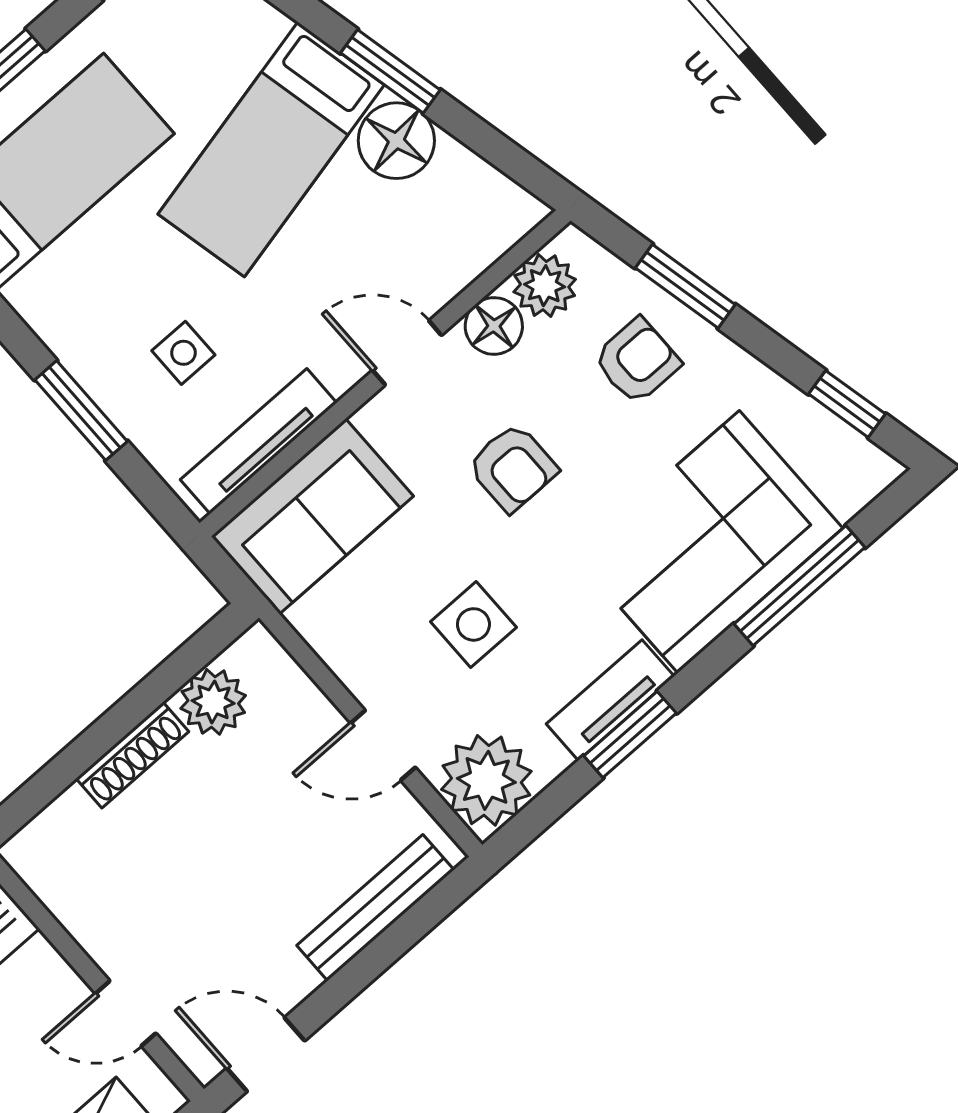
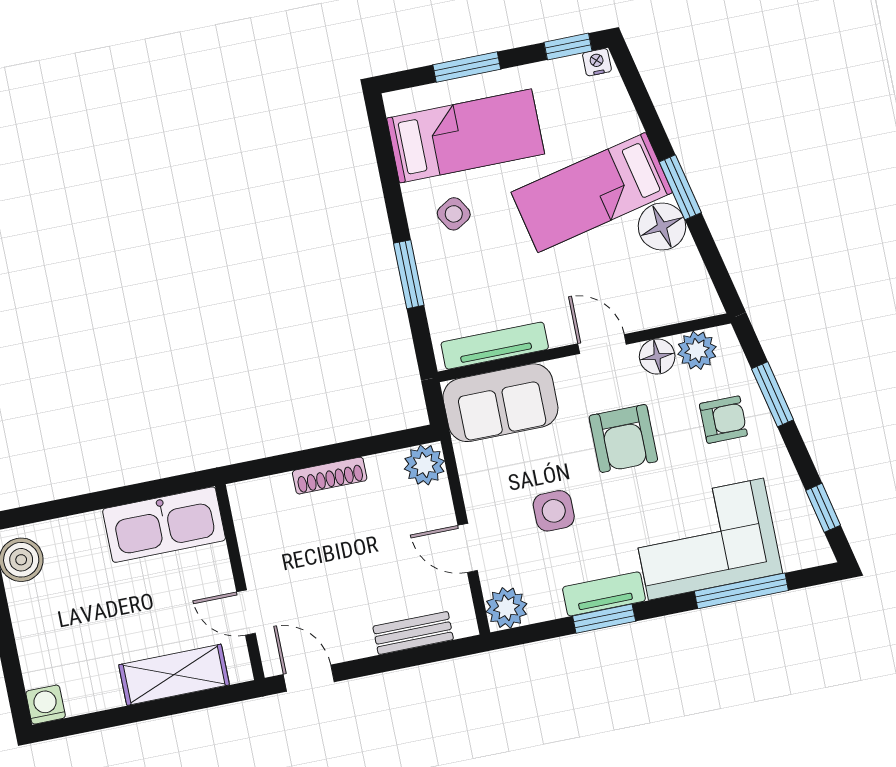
side table: (183, 353) -> (454, 214), moved, turned -31
armchair: (513, 468) -> (623, 438), width x1.38, depth x1.38
plant: (213, 702) -> (424, 465), moved
plant: (486, 780) -> (506, 608), width x0.73, depth x0.73
bench: (375, 908) -> (413, 633), width x0.73

